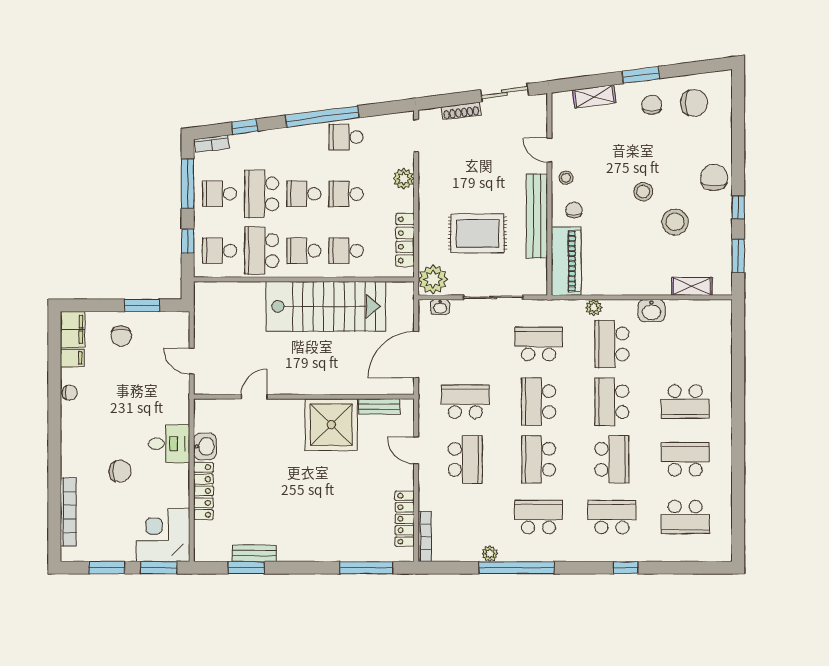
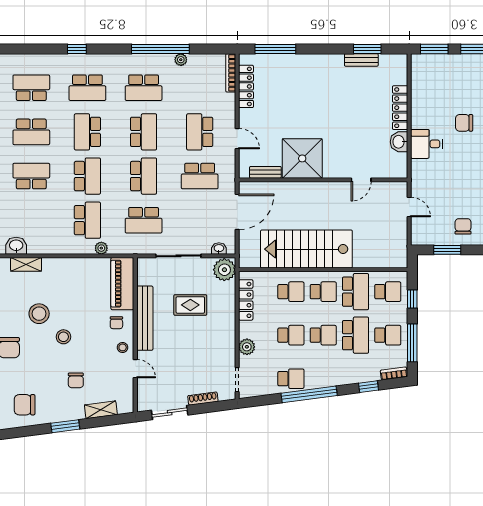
chair: (652, 105) -> (76, 380), moved
rug: (478, 233) -> (190, 305), width x0.73, depth x0.70
washbasin: (651, 311) -> (16, 246), moved
corner desk: (163, 535) -> (431, 74), removed

